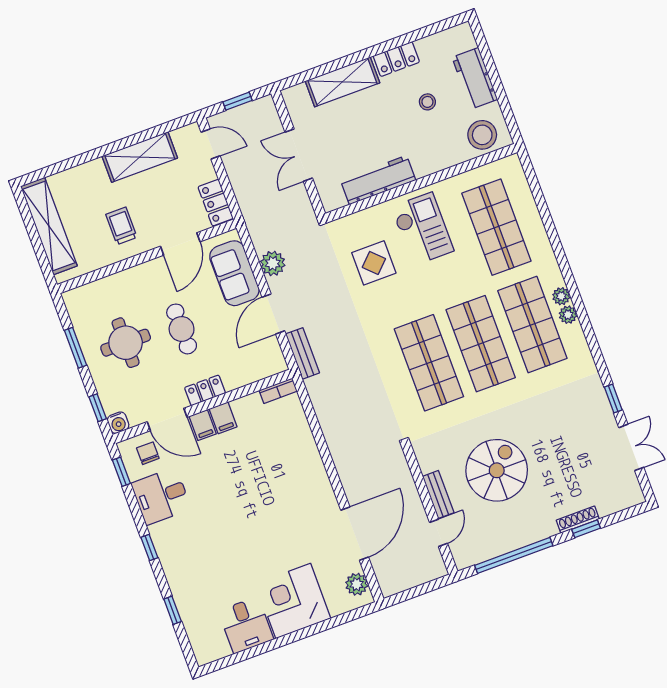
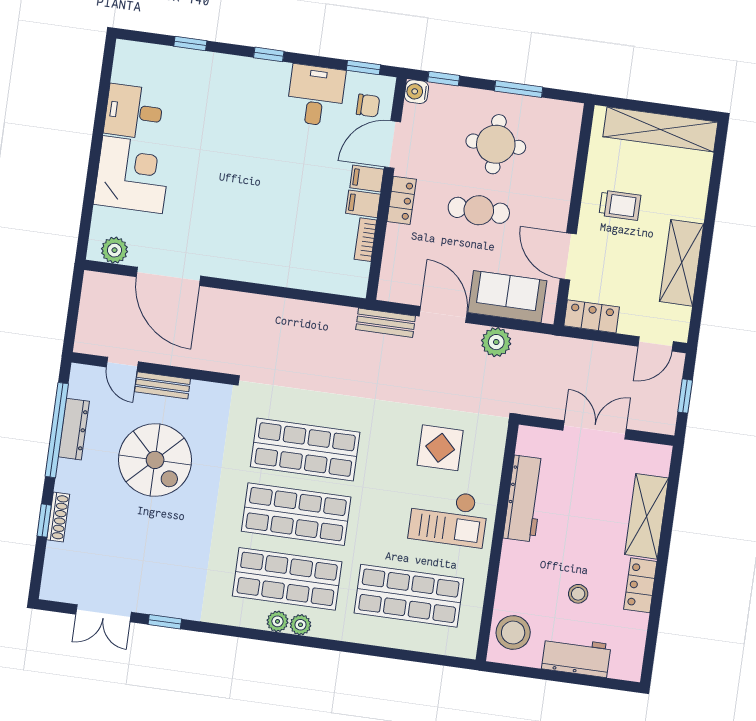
bookcase: (278, 391) -> (365, 240), moved
dresser: (506, 543) -> (74, 429), added

